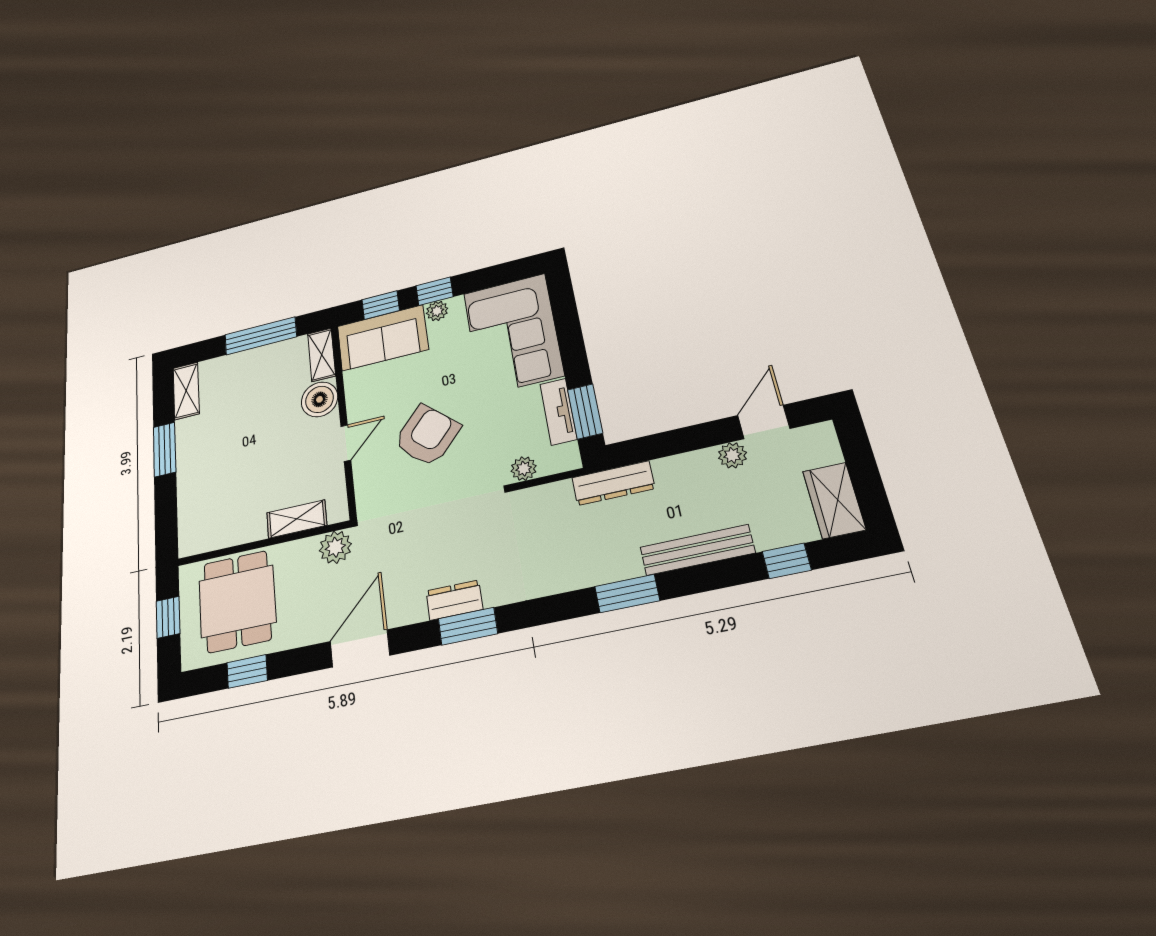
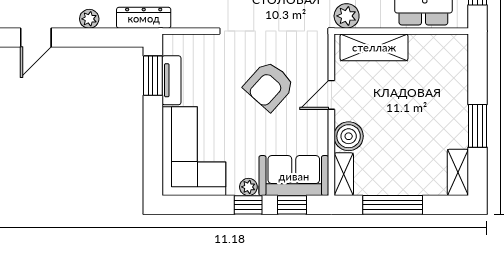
plant: (732, 455) -> (89, 19), moved
plant: (524, 469) -> (203, 43), removed
shelving: (297, 519) -> (374, 47), width x1.50, depth x1.33

